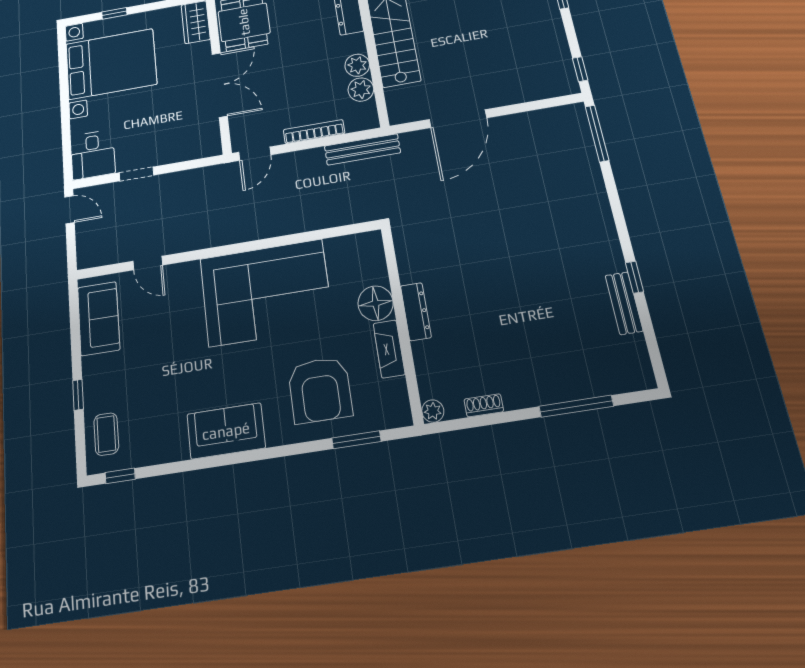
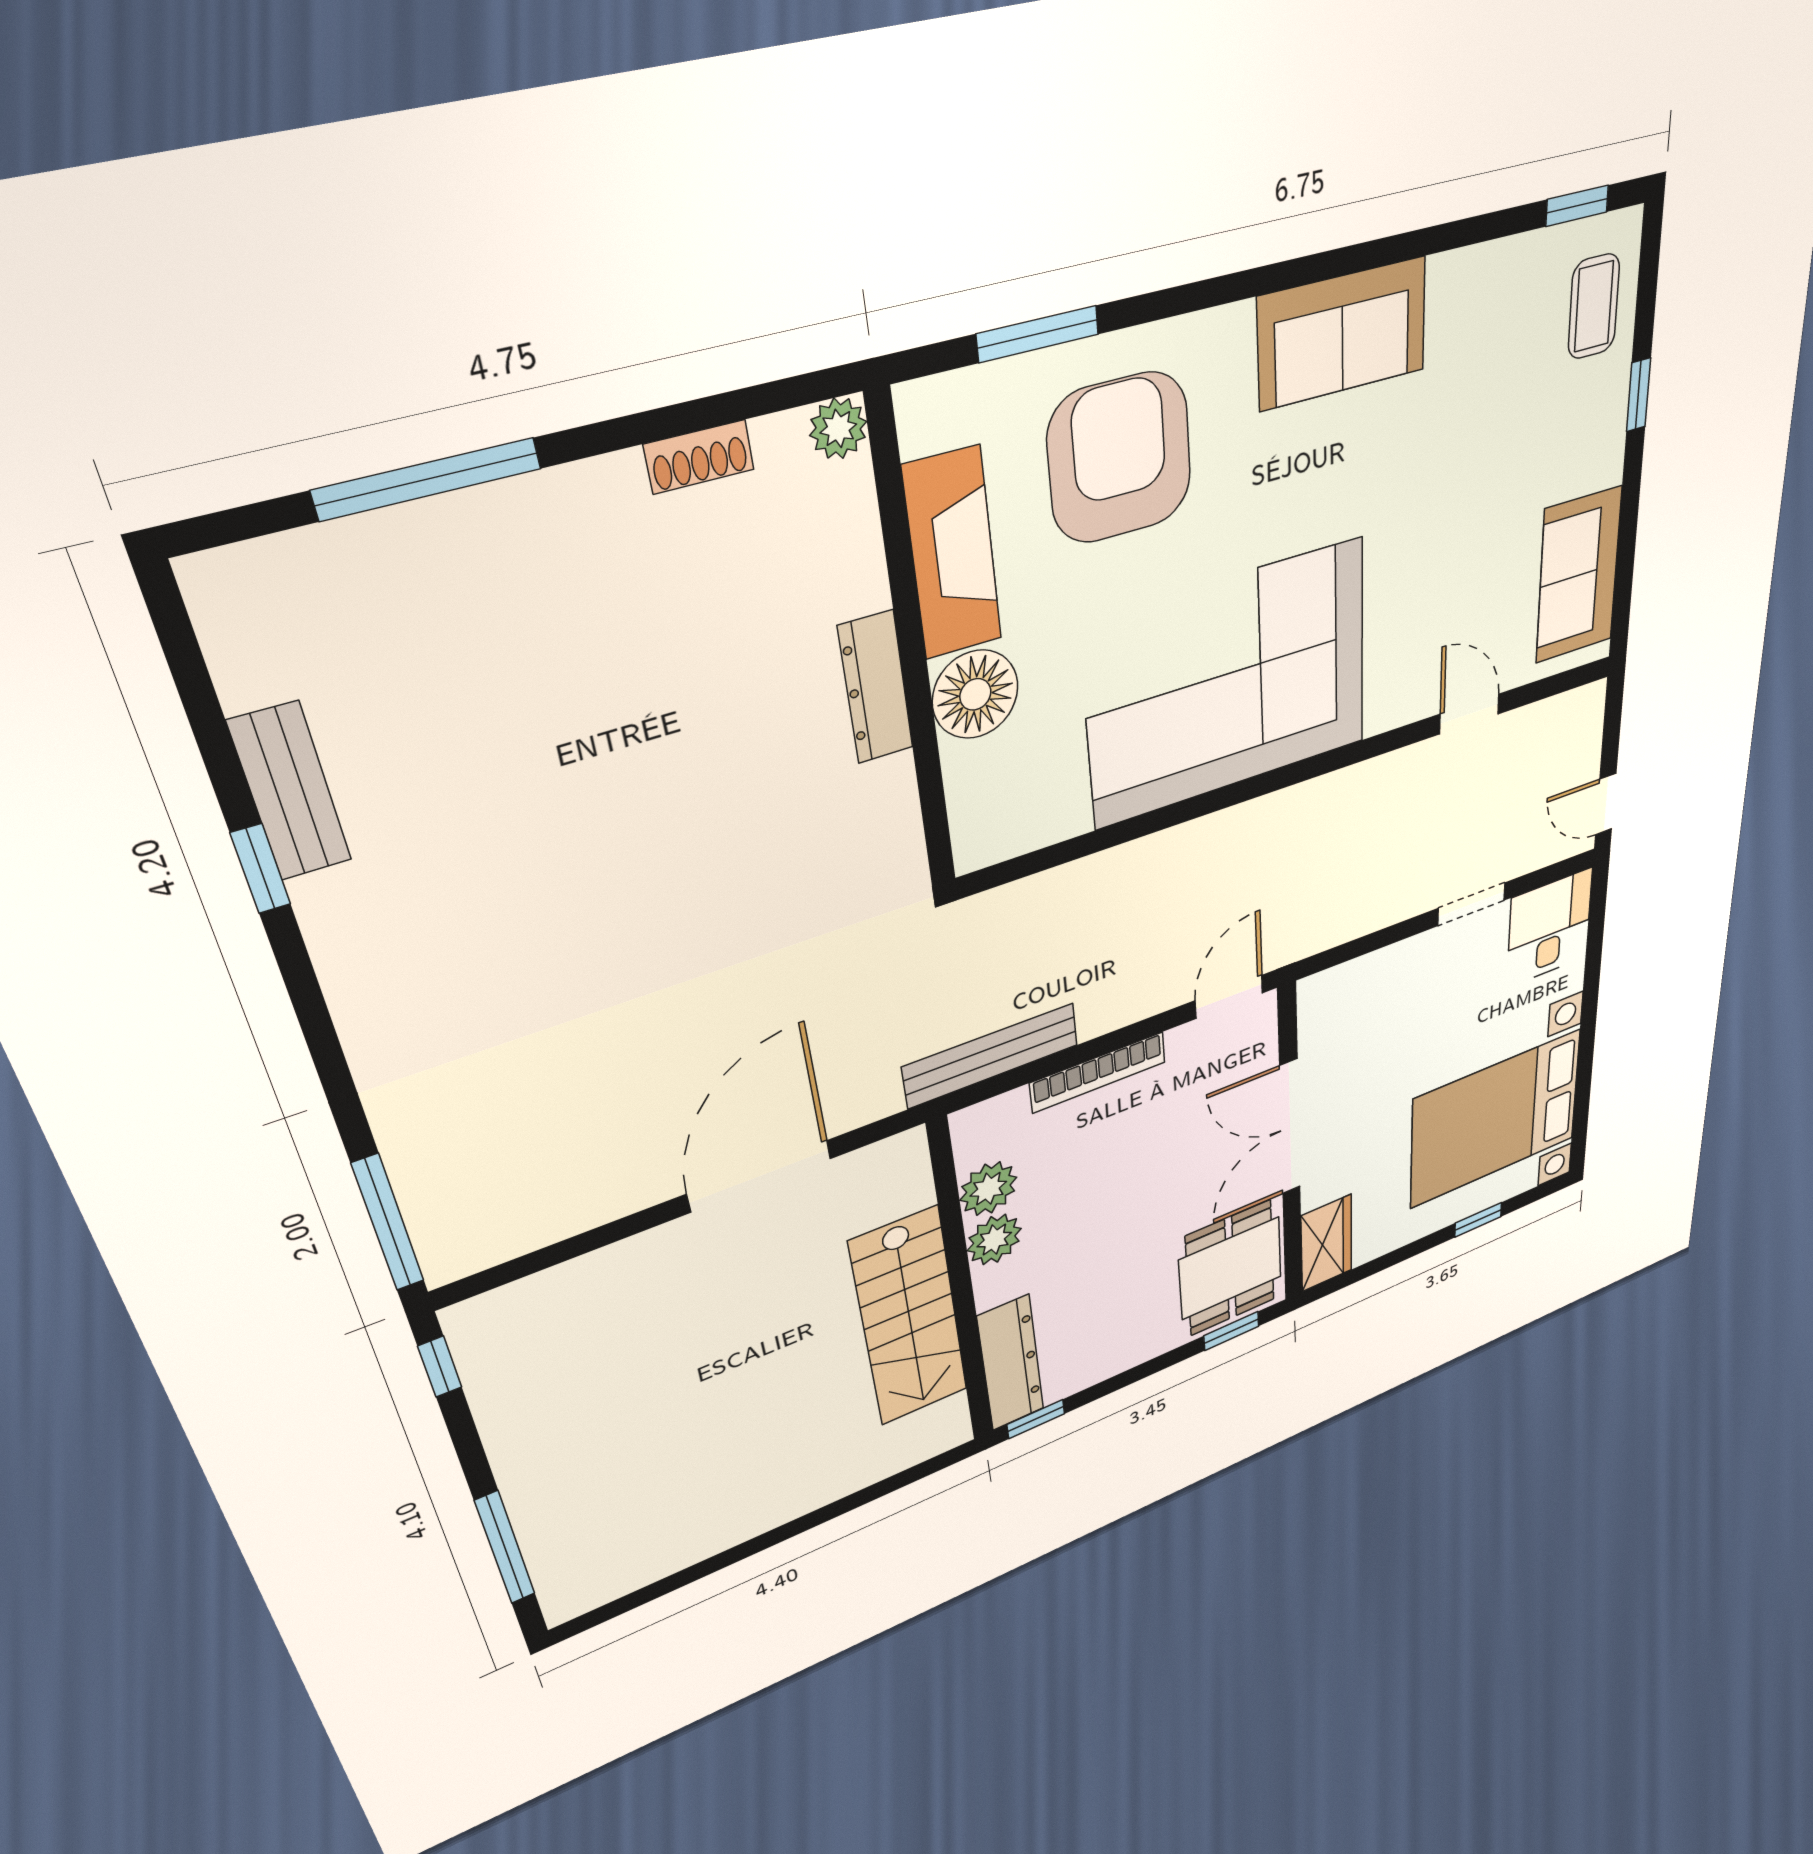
fireplace: (389, 349) -> (953, 554), width x1.37, depth x1.32

